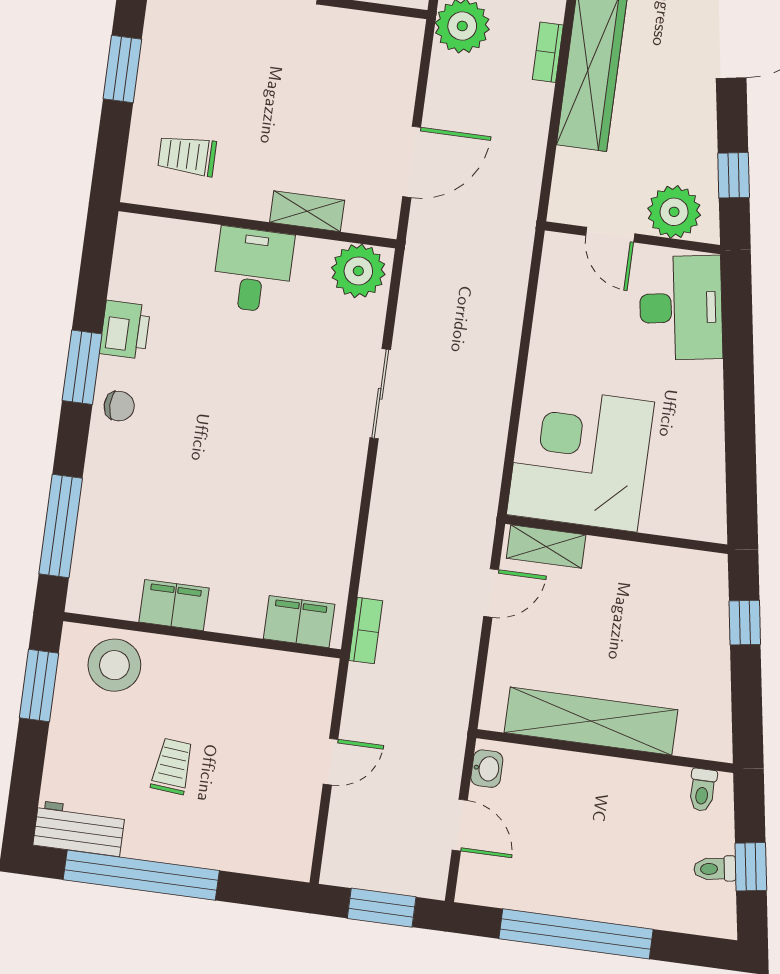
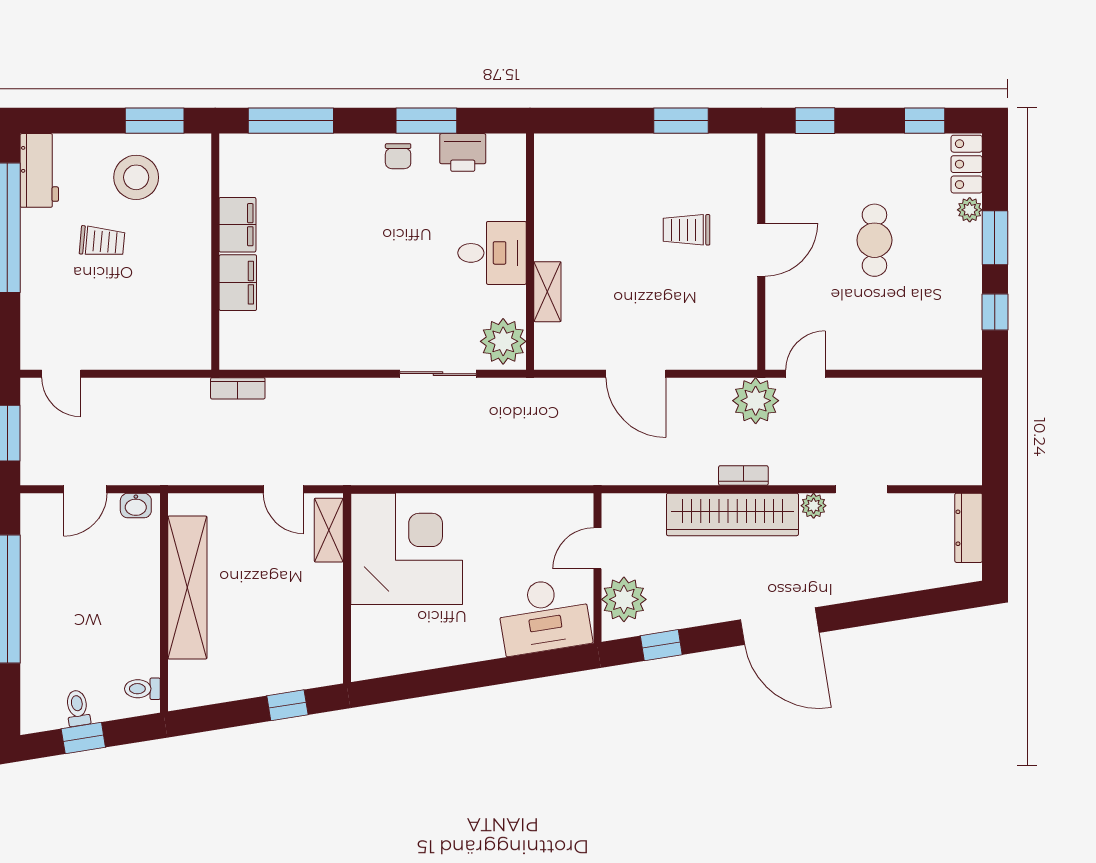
trolley: (187, 156) -> (686, 230), moved, turned -90
shelving: (307, 211) -> (547, 292), moved
wall: (257, 225) -> (530, 252), moved
desk: (253, 270) -> (492, 253), moved
plant: (358, 271) -> (503, 341), moved
filing cabinet: (299, 622) -> (238, 283), moved
stool: (114, 665) -> (136, 177), moved
door: (330, 762) -> (61, 374), moved

